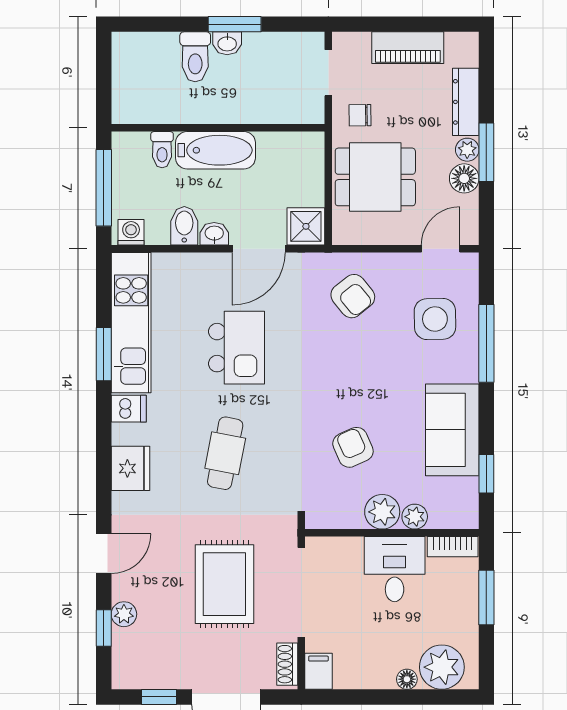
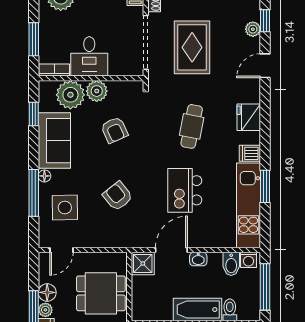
bidet: (184, 226) -> (231, 264), moved
armchair: (353, 296) -> (118, 196), moved
floor lamp: (469, 371) -> (44, 176), added
plant: (415, 517) -> (70, 95), width x1.87, depth x1.87

